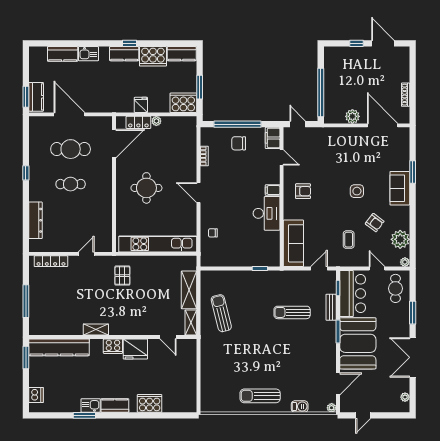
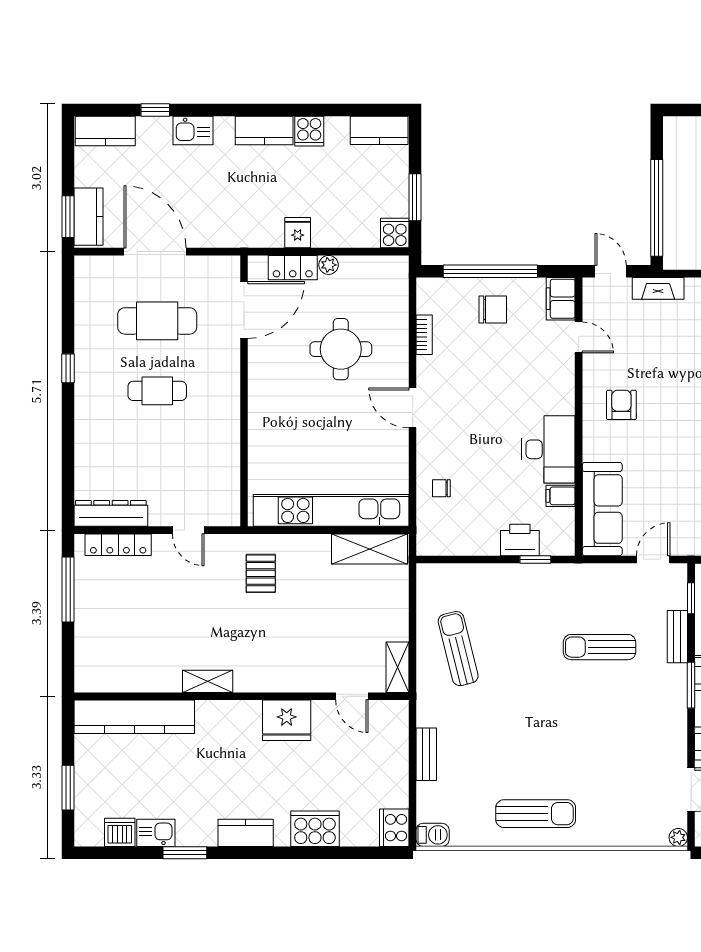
window: (130, 43) -> (155, 110), moved
kitchen counter: (63, 54) -> (105, 131), moved
cooker: (153, 56) -> (309, 131), width x0.53, depth x0.76
cooker: (183, 103) -> (395, 233), width x0.53, depth x0.76
fireplace: (321, 133) -> (658, 288), added
chair: (239, 143) -> (493, 310), turned 180
round table: (146, 188) -> (341, 349), moved
filing cabinet: (273, 190) -> (561, 496), moved
armchair: (303, 191) -> (621, 405), turned -90
dresser: (36, 220) -> (111, 513), moved, turned -90
door: (86, 254) -> (188, 530), swing flipped
printer: (252, 259) -> (520, 540), added
shelving: (189, 290) -> (370, 549), moved, turned 90
window: (26, 301) -> (68, 590), moved
cooker: (113, 346) -> (394, 828), moved, turned 90
window: (26, 357) -> (68, 788), moved
bench: (205, 366) -> (426, 754), added
dishwasher: (36, 395) -> (120, 832), moved, turned -90
sun lounger: (260, 396) -> (536, 814), turned 180
kitchen sink: (91, 405) -> (156, 833), moved
barbecue: (300, 406) -> (433, 835), moved

